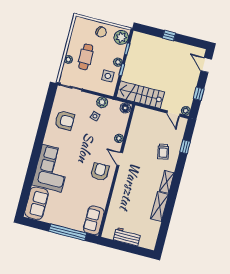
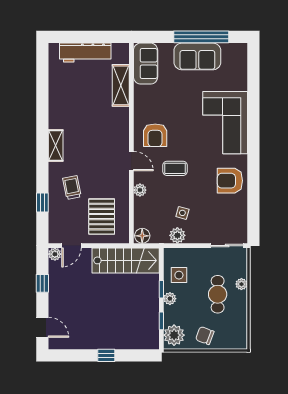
door: (173, 114) -> (71, 246), swing flipped
armchair: (65, 121) -> (230, 181), moved
pallet: (149, 127) -> (102, 217), added
coffee table: (92, 147) -> (175, 168), added
sofa: (37, 203) -> (197, 56), moved, turned -90
shelving: (160, 207) -> (121, 85), moved
window: (68, 232) -> (201, 37), moved
workbench: (127, 237) -> (85, 53), width x1.37

